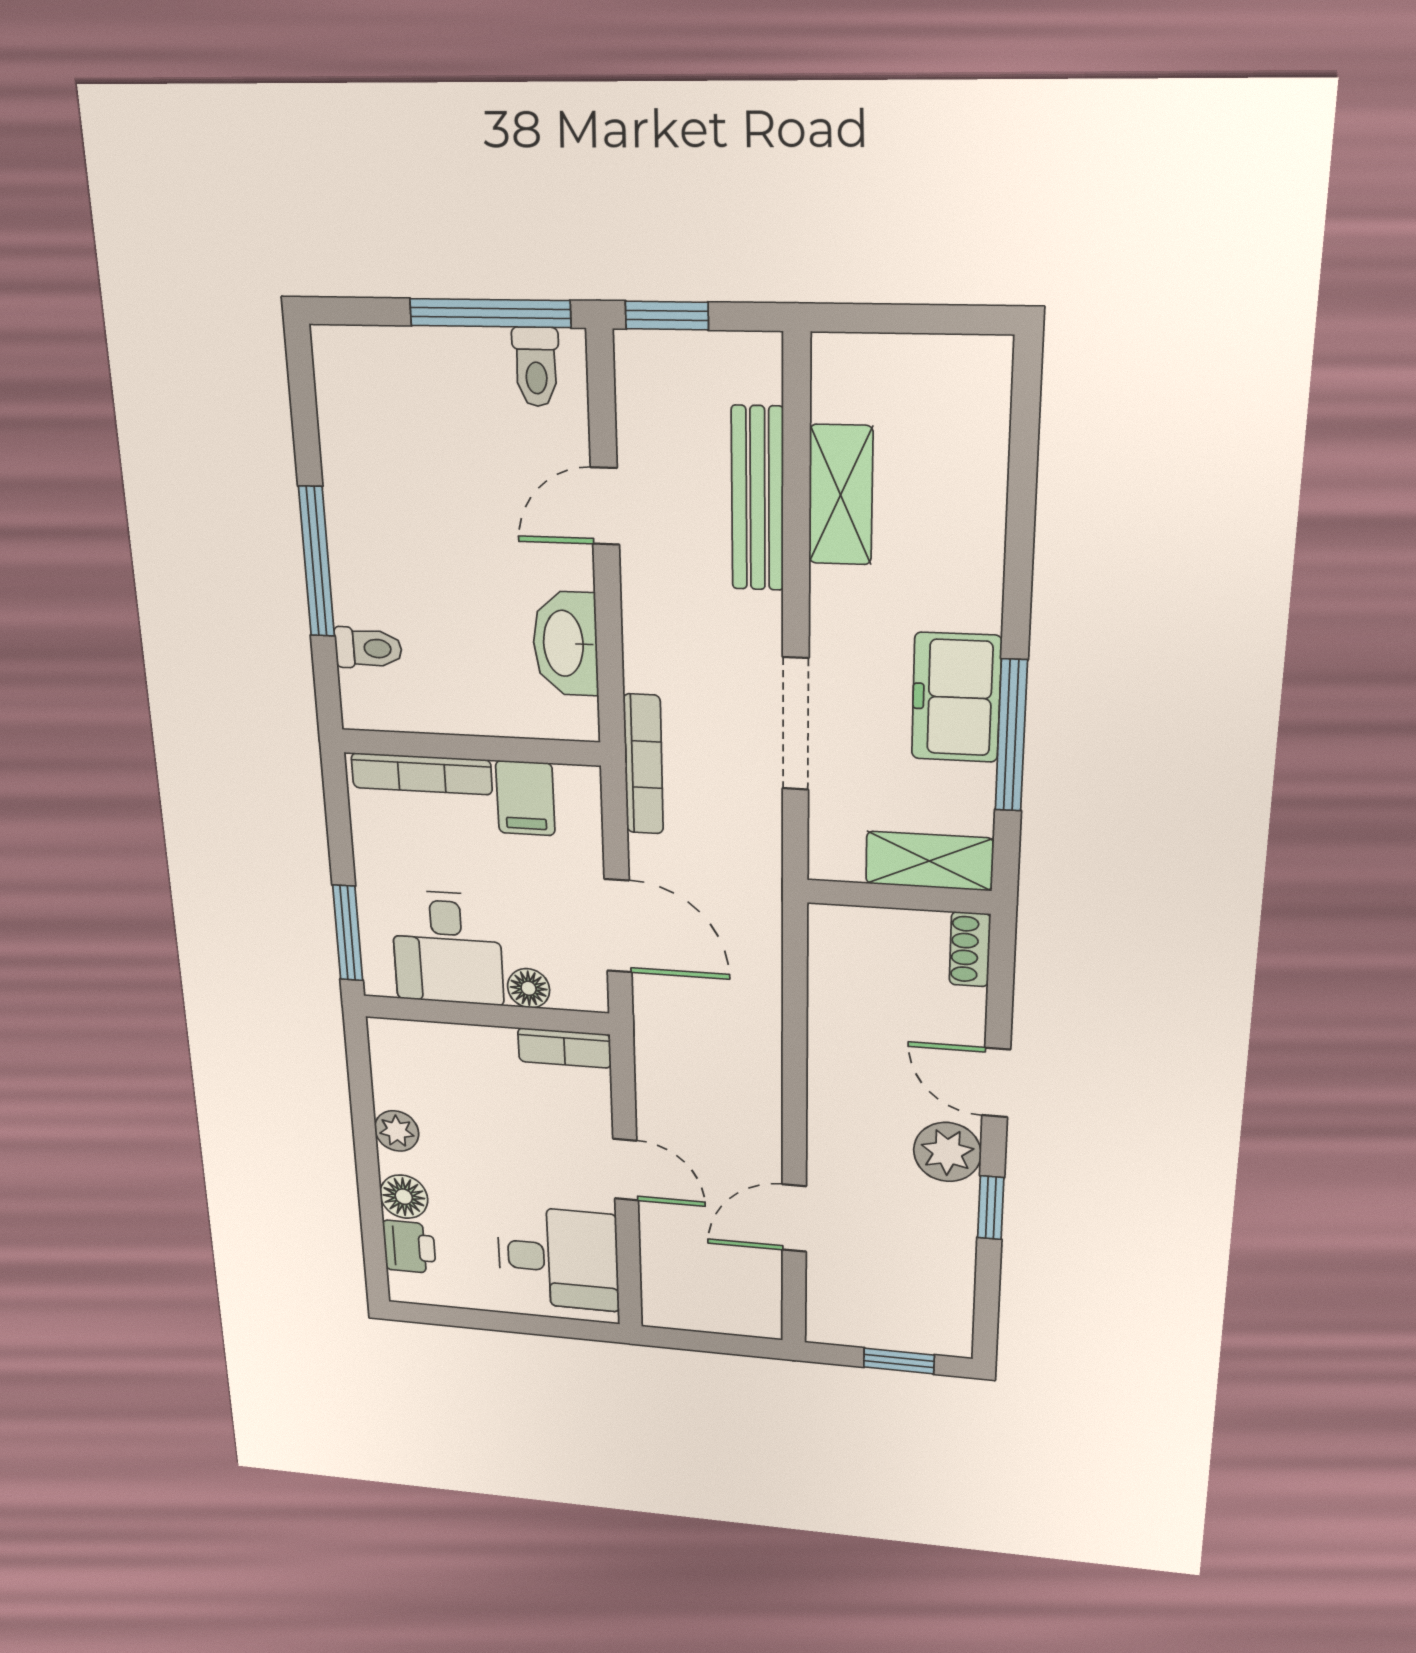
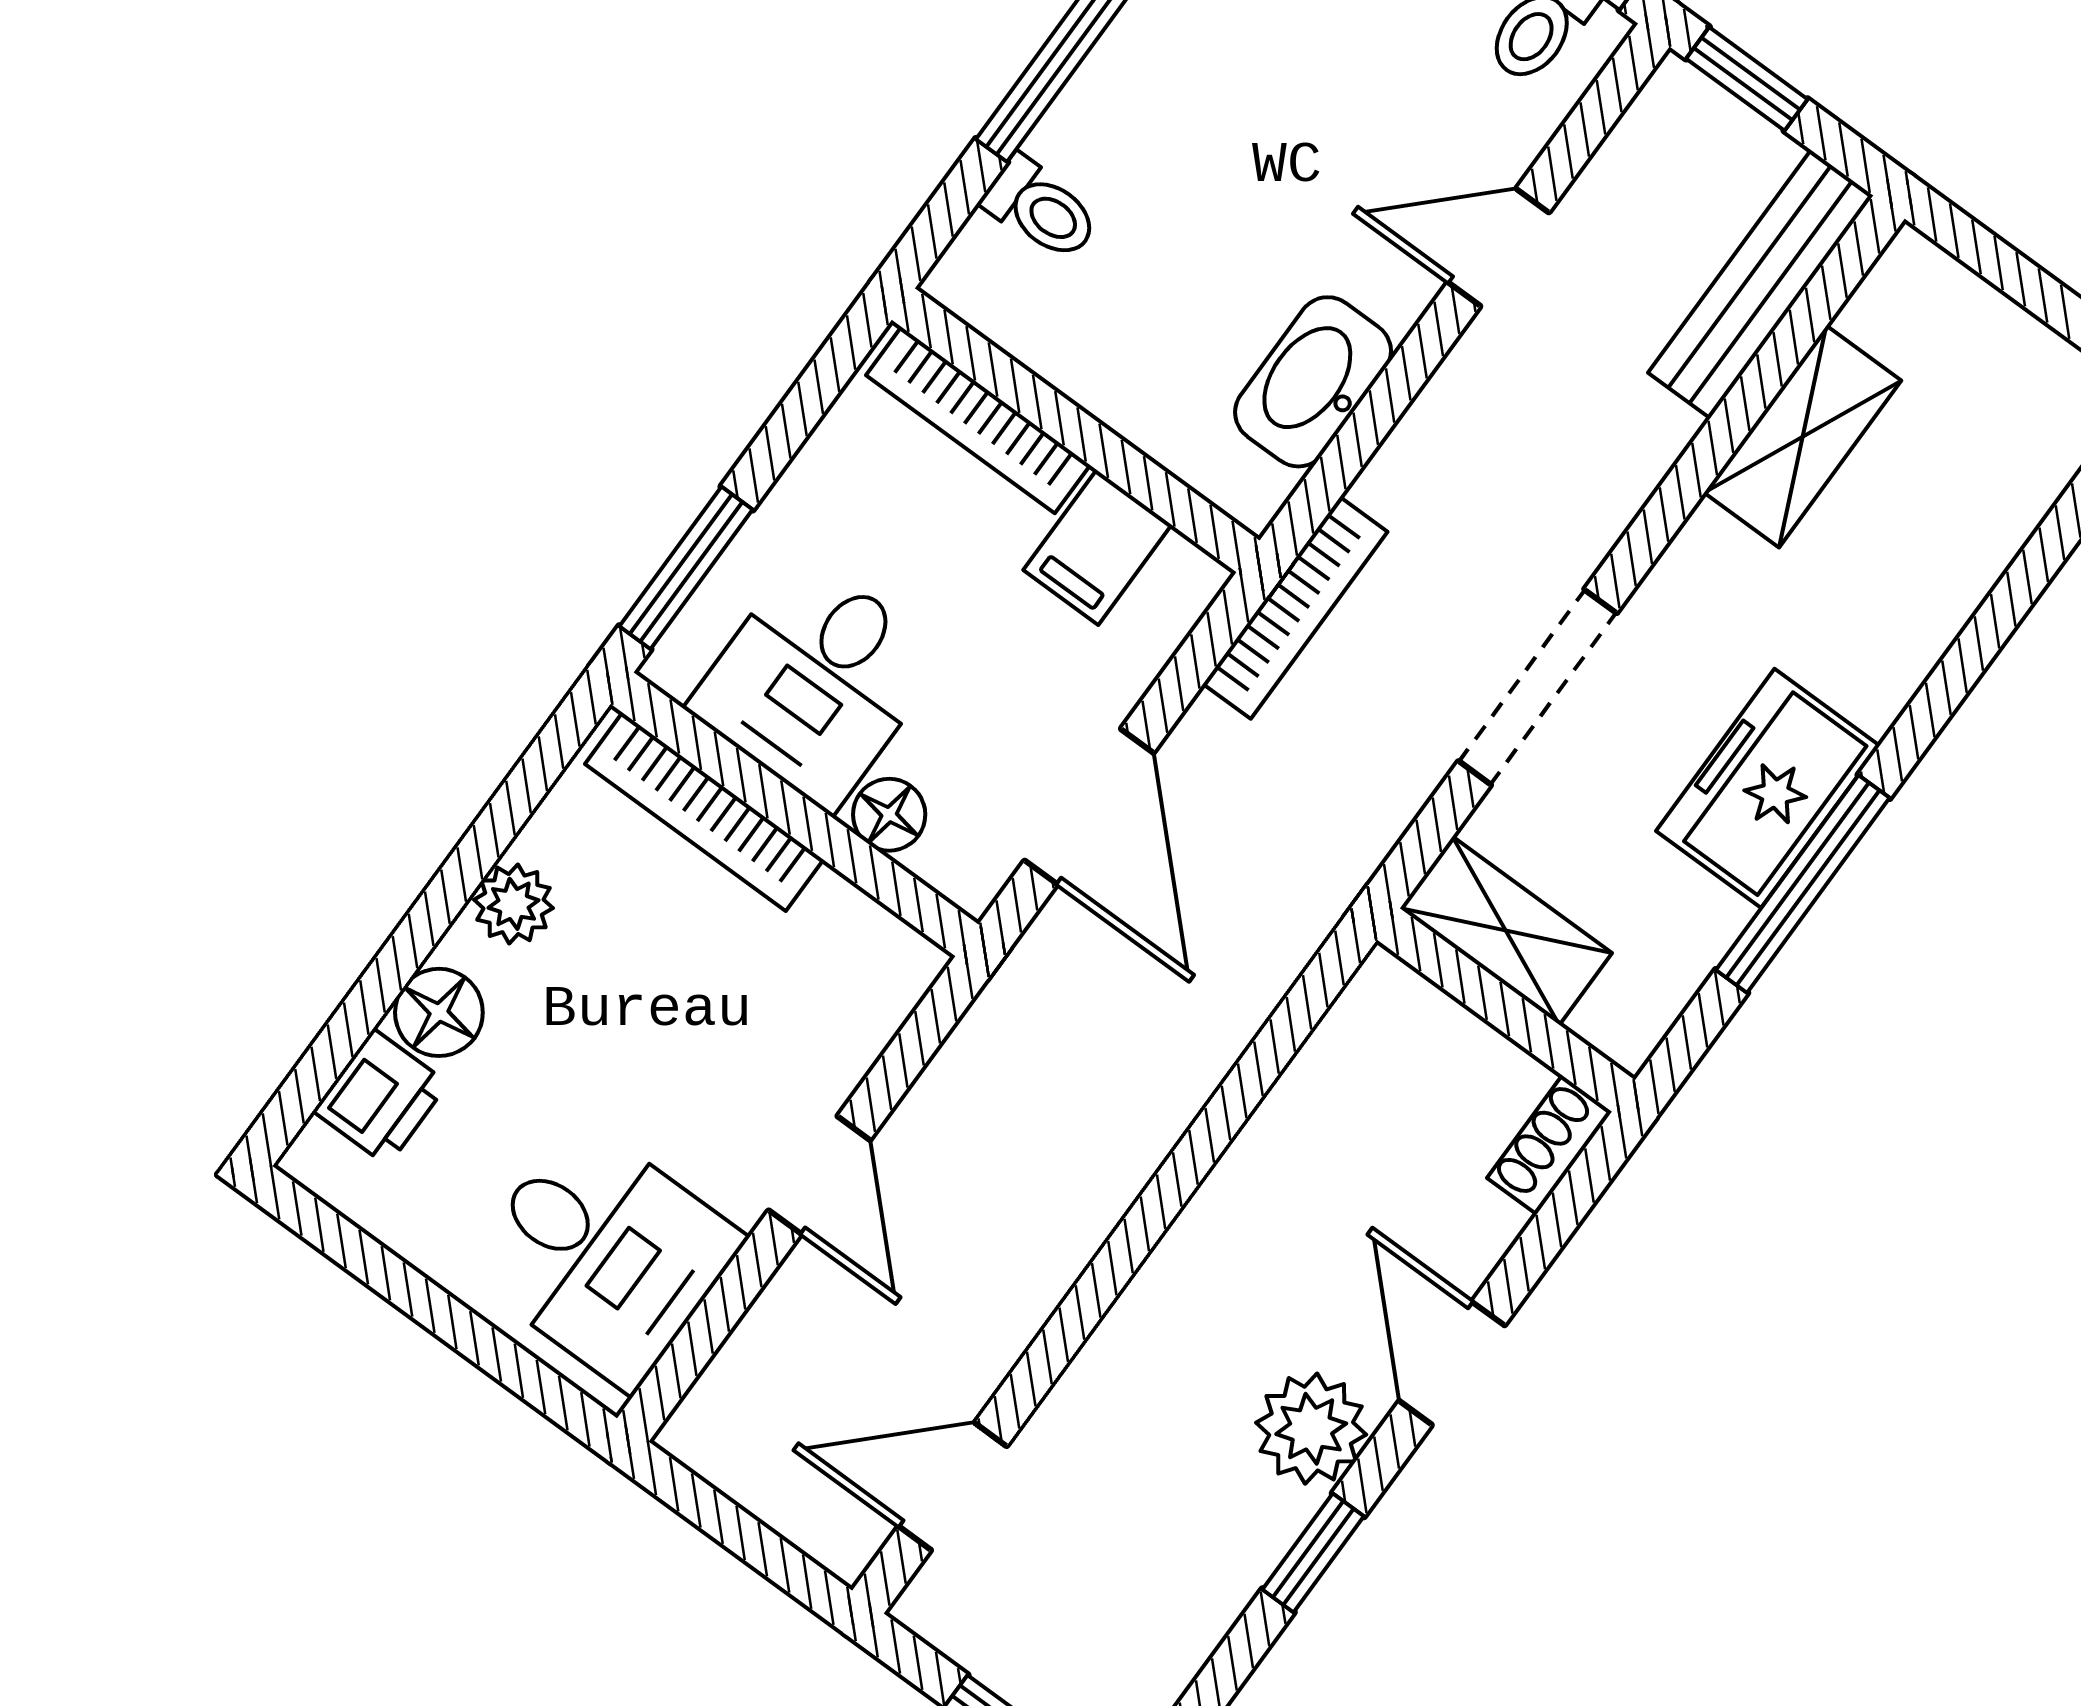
bench: (758, 499) -> (1761, 284), moved
shelving: (929, 861) -> (1506, 931), moved
bookcase: (564, 1048) -> (704, 812), moved, width x1.56
door: (794, 1218) -> (953, 1486), moved

